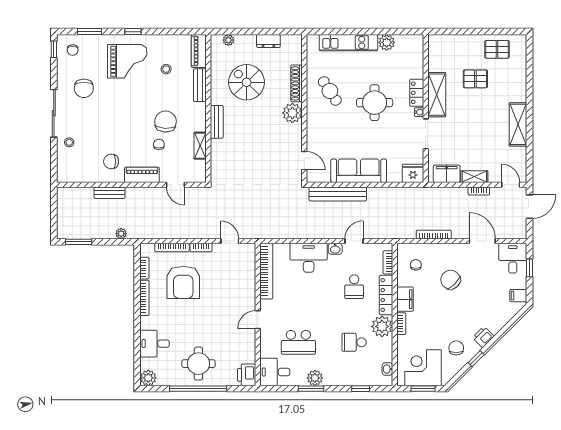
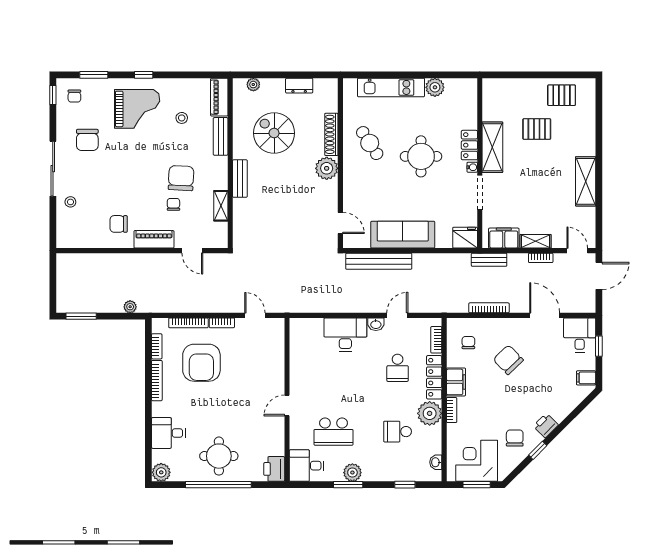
bench: (110, 193) -> (489, 260), moved
bookcase: (266, 271) -> (297, 350), removed

